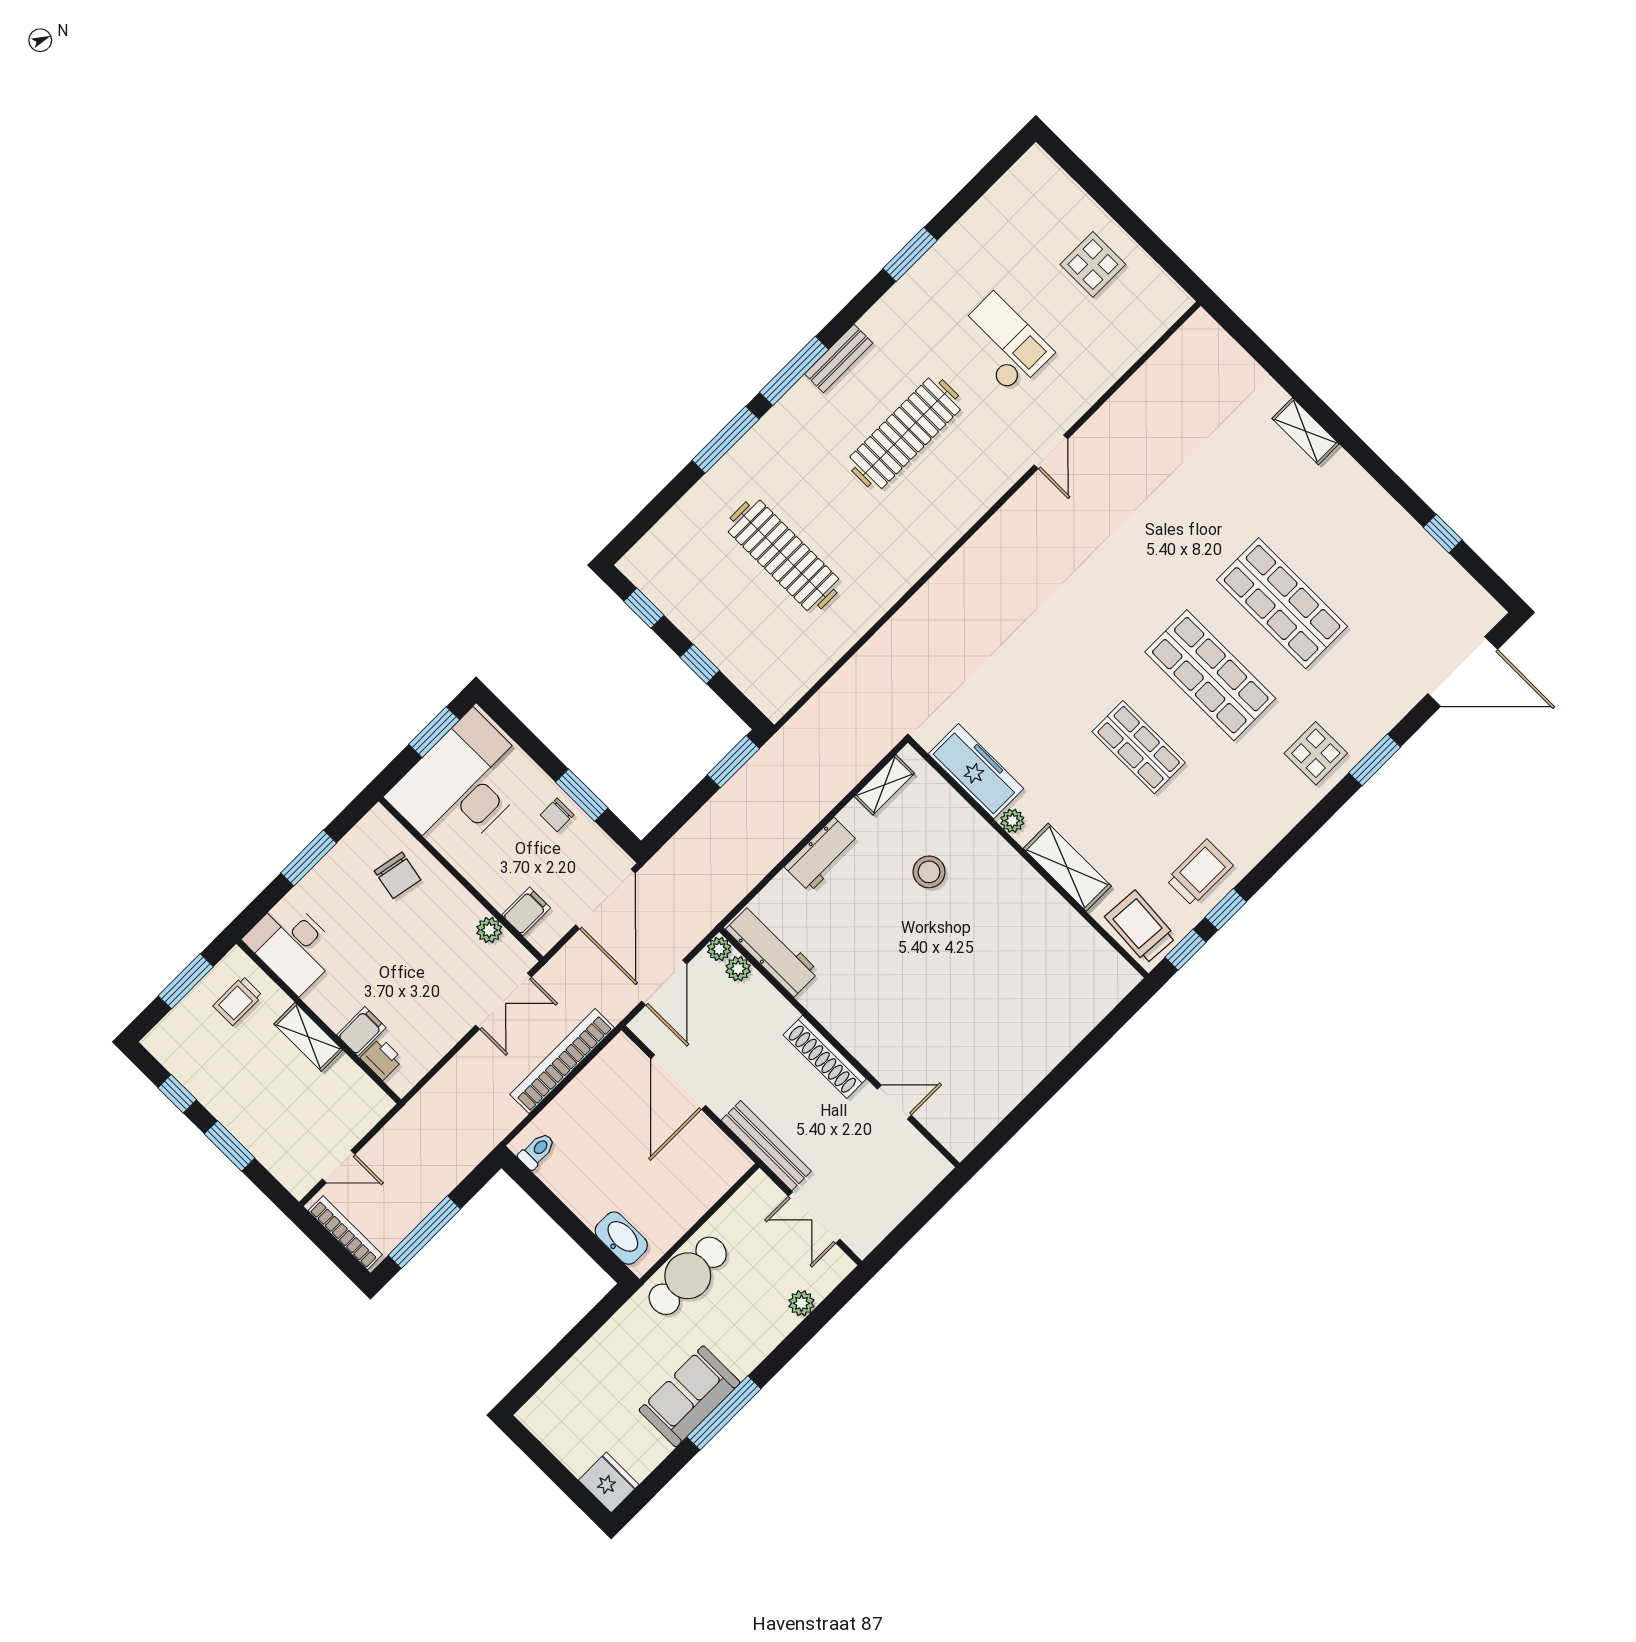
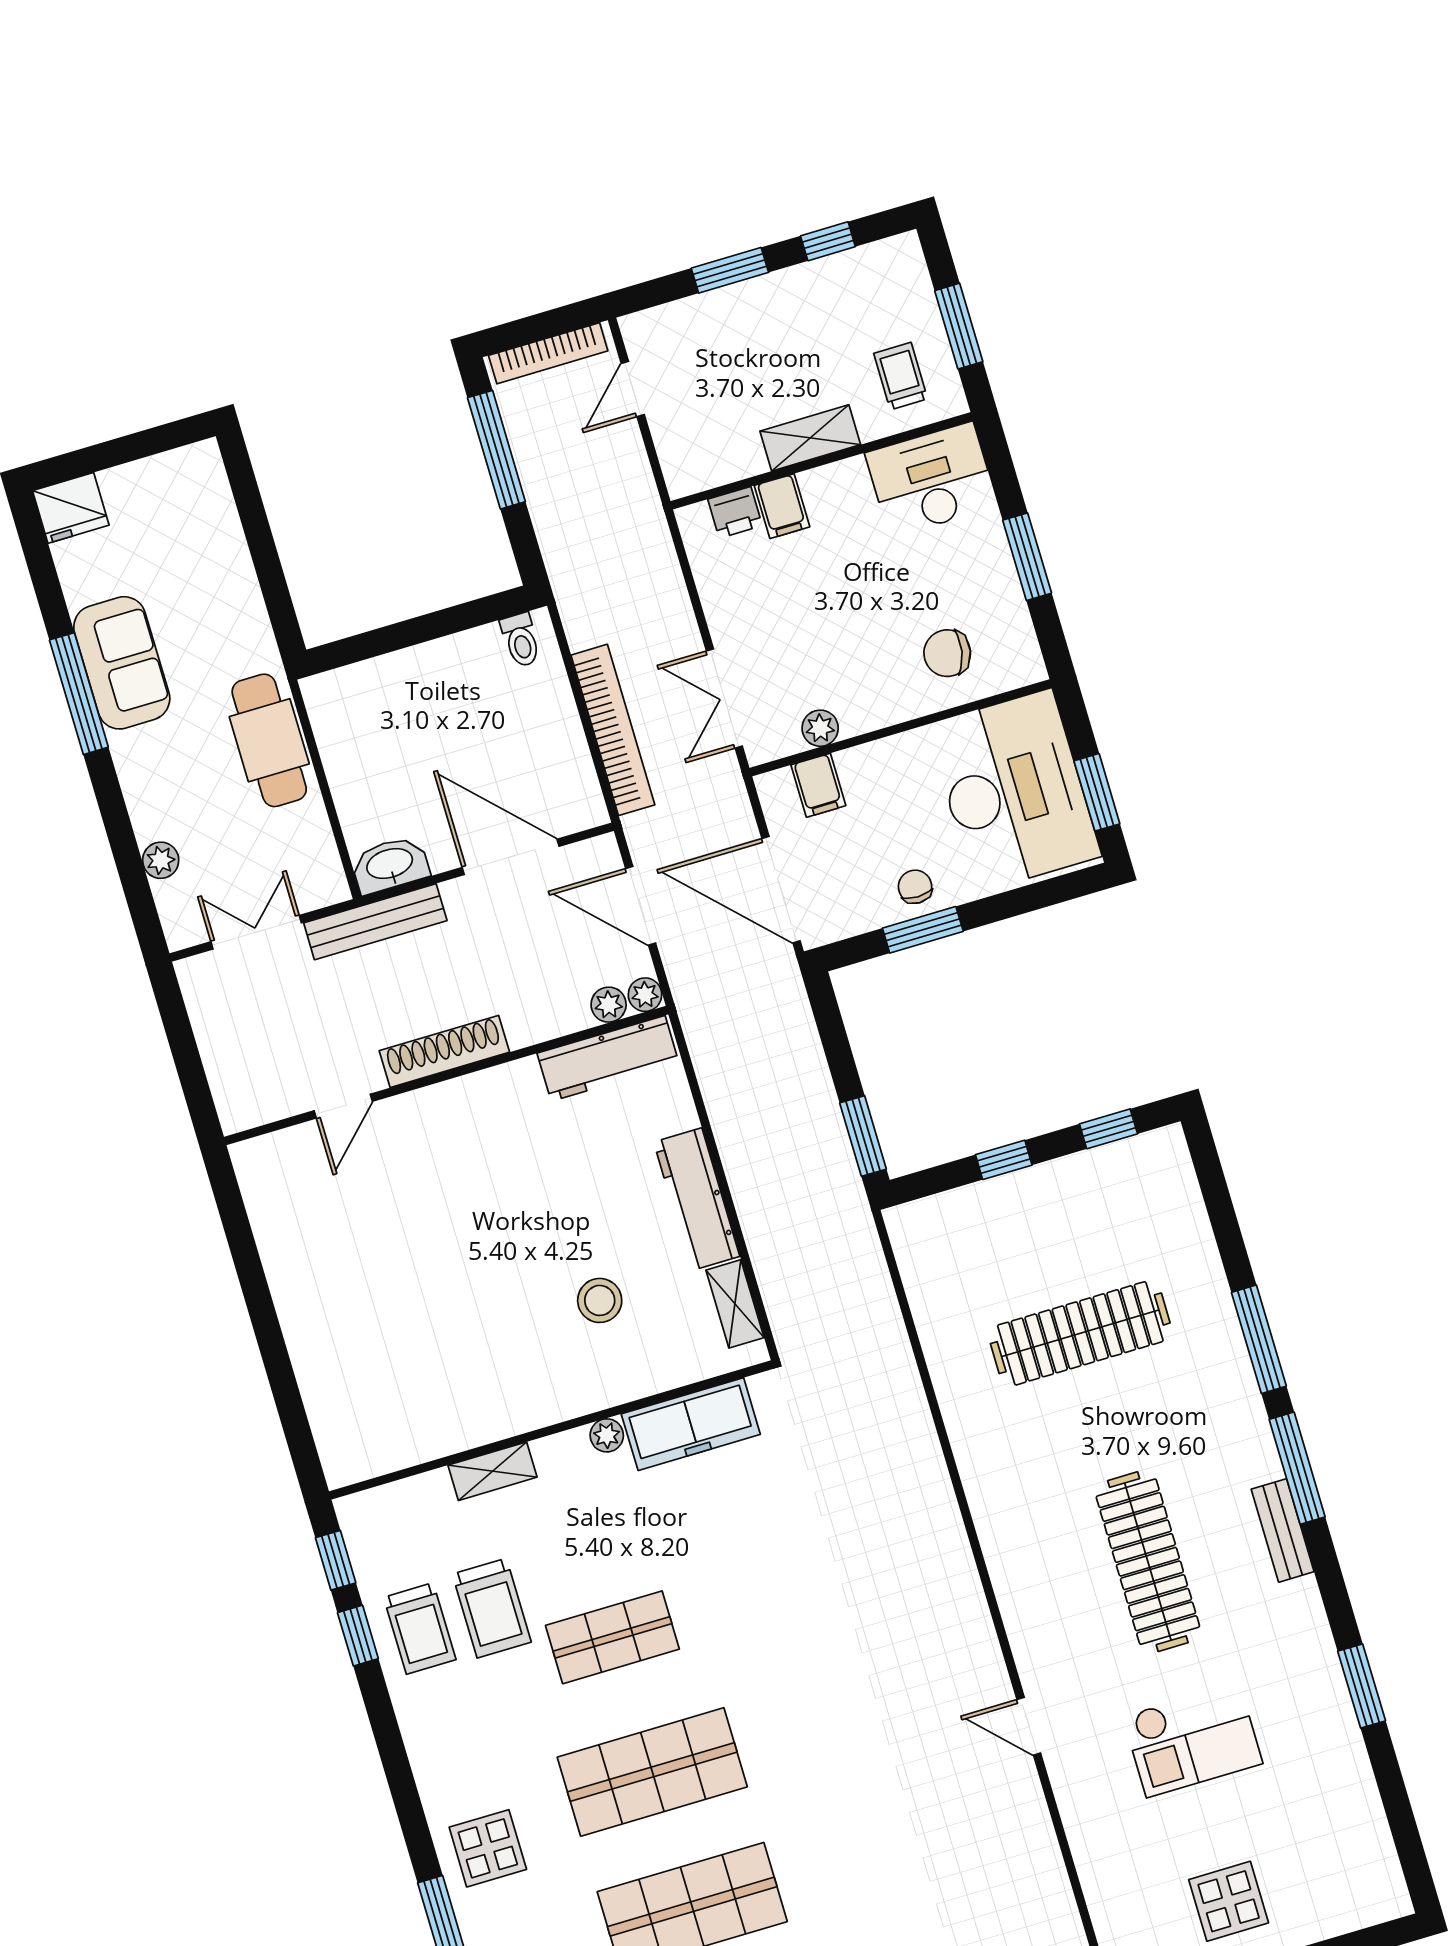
workbench: (822, 855) -> (697, 1199), width x1.37
shelving: (1067, 867) -> (493, 1471), width x0.67, depth x0.75
trolley: (1140, 927) -> (492, 1608), moved, turned 86
washbasin: (621, 1238) -> (390, 865), moved, turned 180

